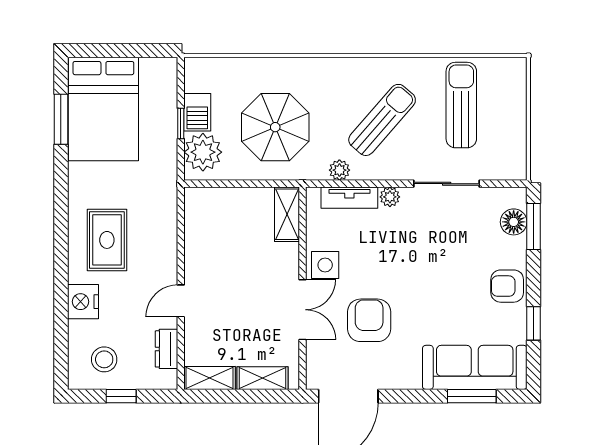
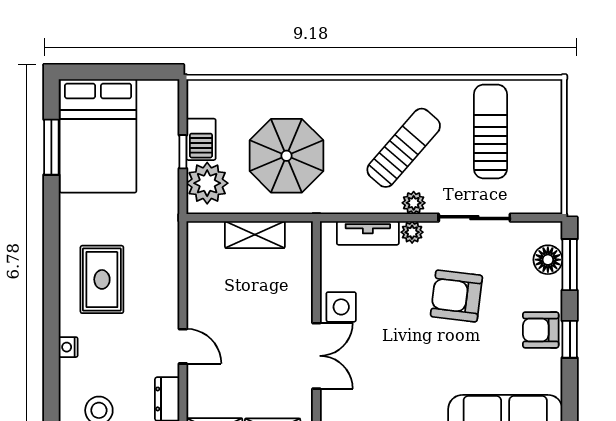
plant: (339, 170) -> (414, 203), moved
shelving: (287, 214) -> (255, 235), moved, turned 90
door: (181, 301) -> (183, 346), swing flipped
nightstand: (83, 302) -> (68, 347), width x0.53, depth x0.56
armchair: (369, 320) -> (456, 296), moved, turned -83
window: (533, 323) -> (570, 339), moved

